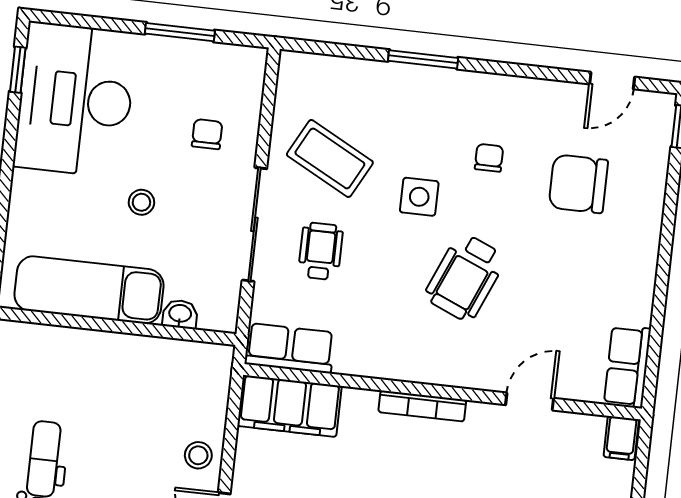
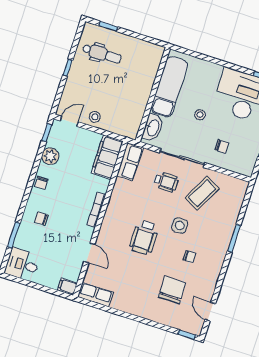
wheelchair: (465, 277) -> (144, 237), turned -113
washbasin: (180, 314) -> (153, 128), width x1.91, depth x1.45

